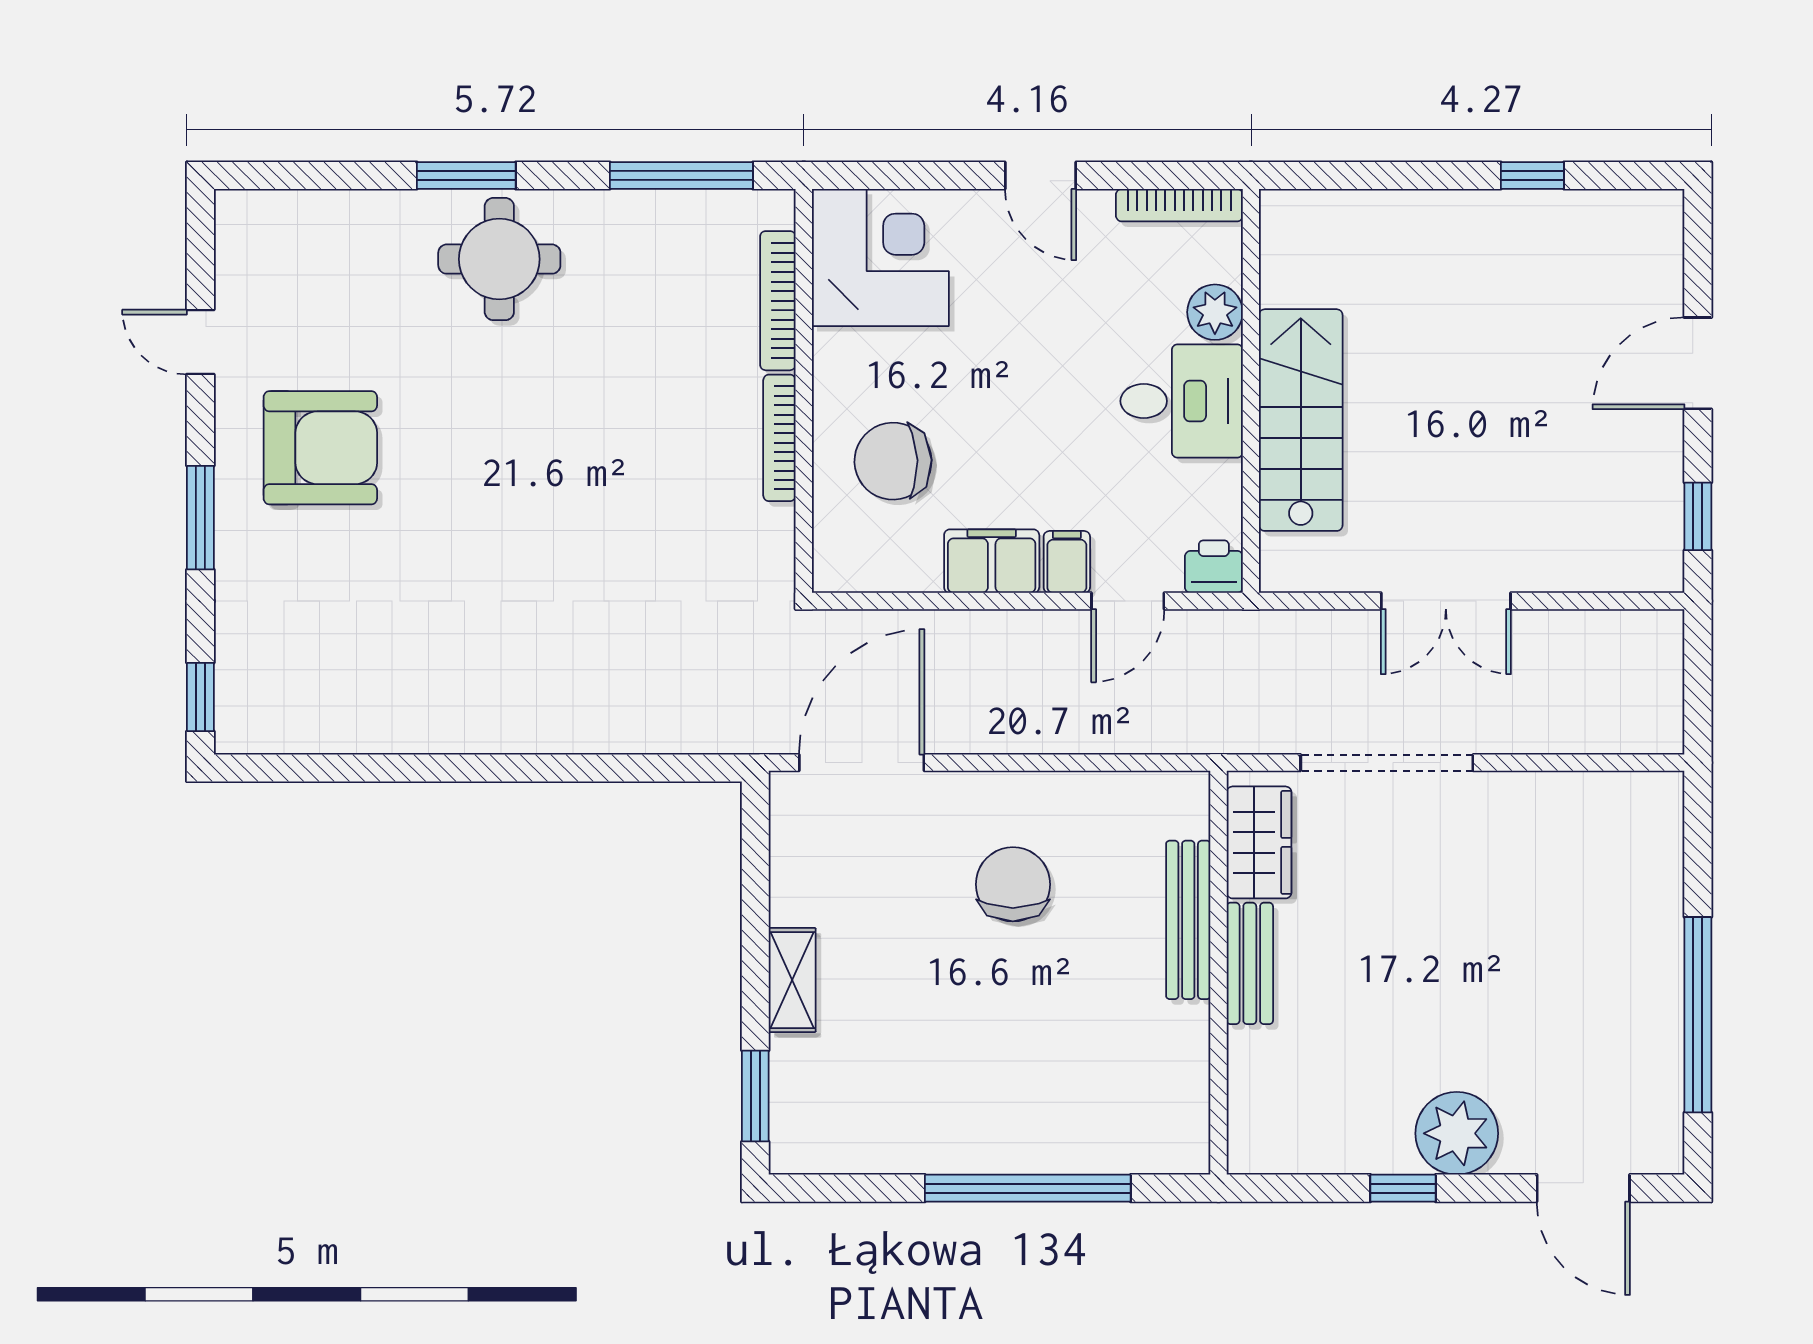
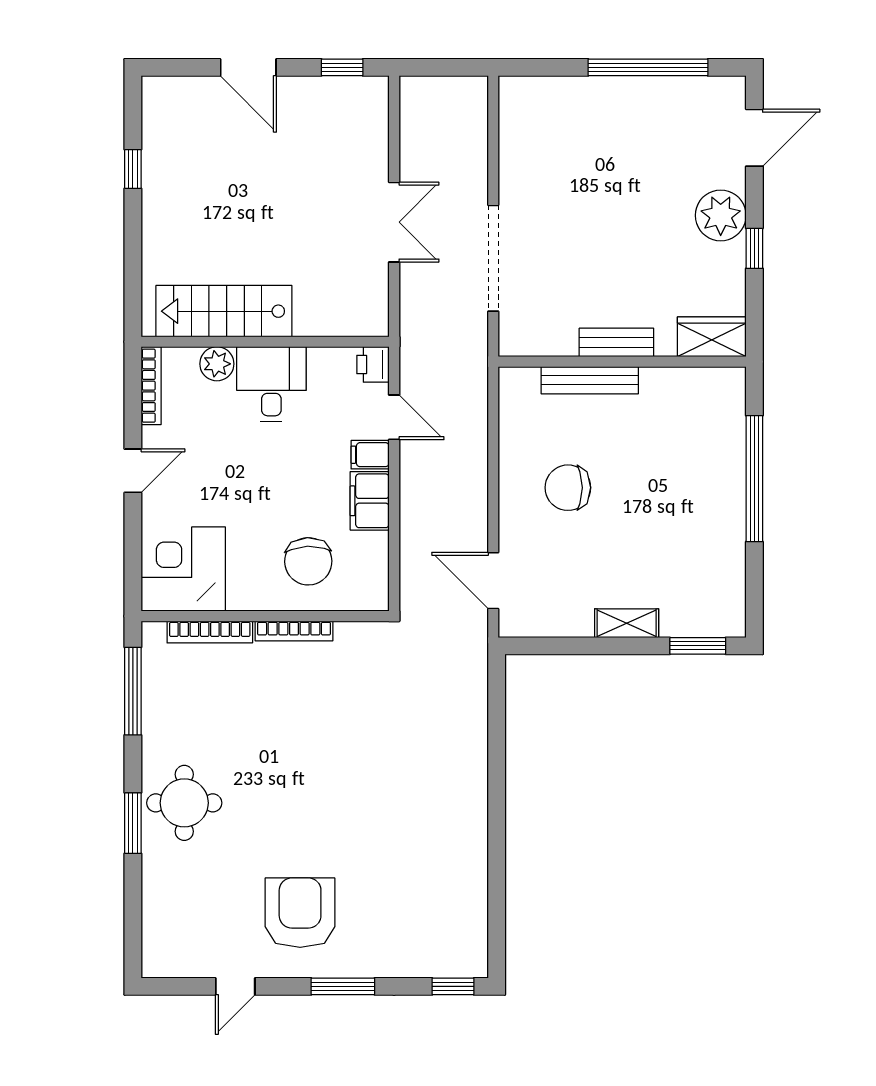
stairs: (1301, 420) -> (224, 311), moved
door: (862, 763) -> (493, 581), width x0.73
wardrobe: (1259, 842) -> (712, 337), moved

